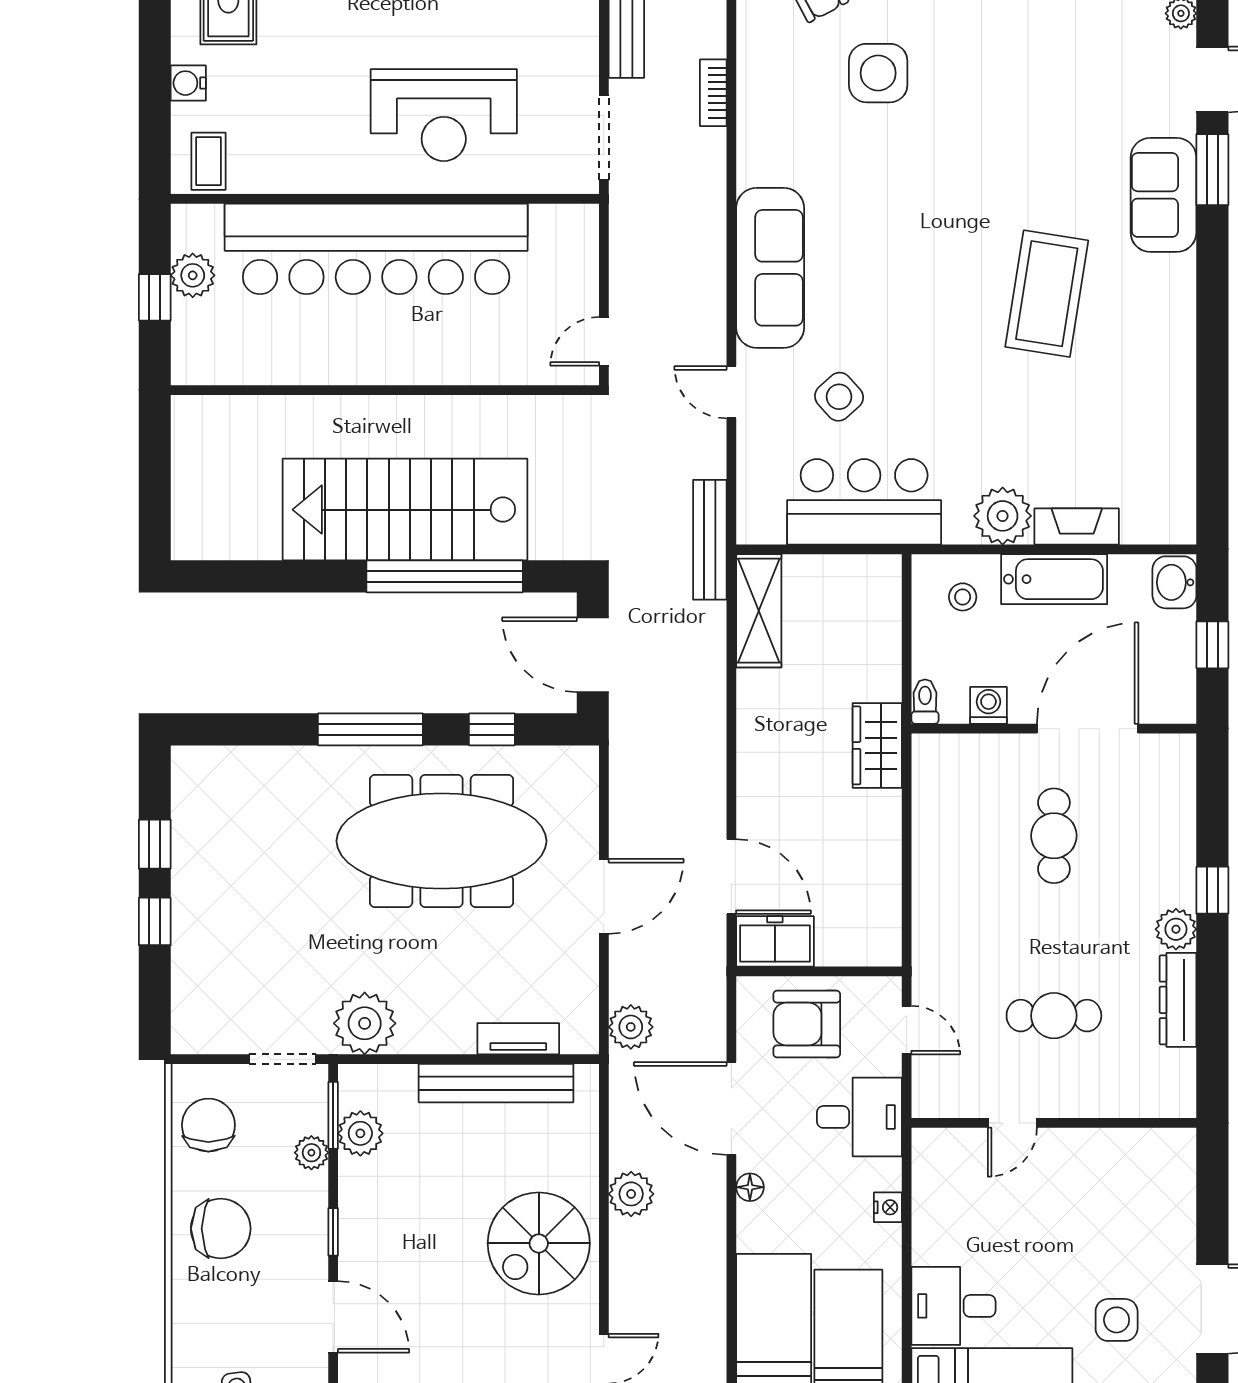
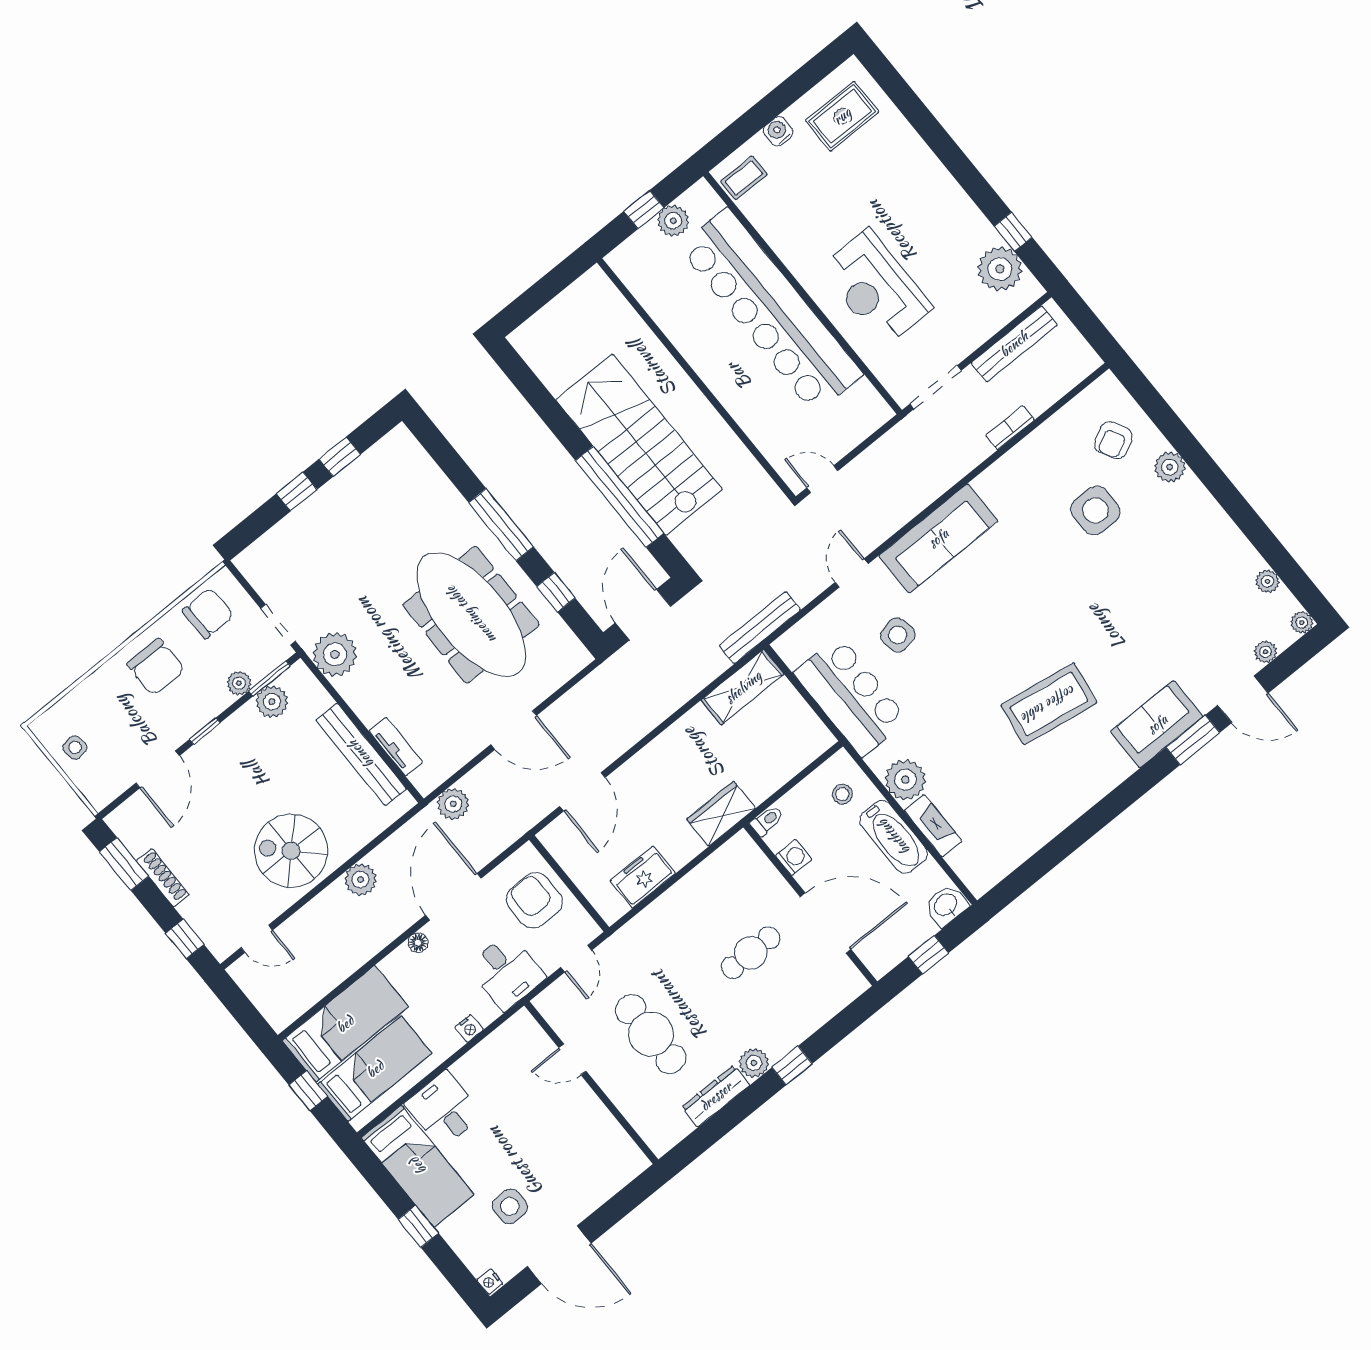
side table: (839, 397) -> (898, 635), turned 31
freezer: (775, 941) -> (643, 877), moved, turned -90
cafe table: (1054, 1016) -> (651, 1034), width x1.37, depth x1.35

